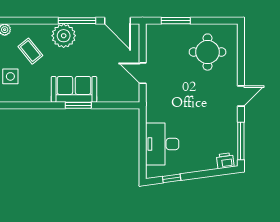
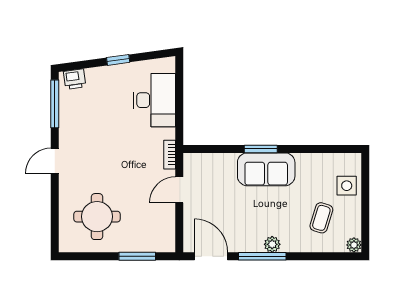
plant: (64, 36) -> (272, 244), width x0.53, depth x0.53
coffee table: (30, 51) -> (321, 218), turned 56
door: (143, 73) -> (179, 190), swing flipped
bookcase: (150, 101) -> (170, 155), added
window: (172, 178) -> (118, 60), moved

